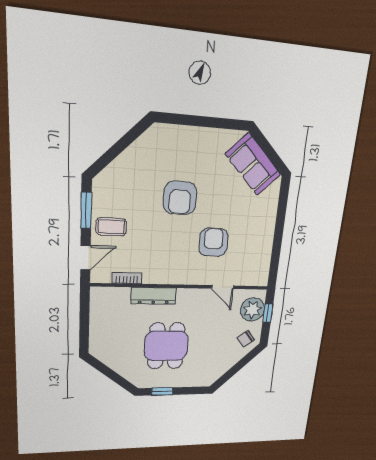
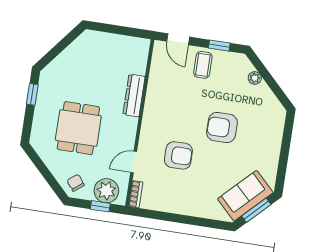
window: (268, 150) -> (256, 210), added
plant: (119, 165) -> (255, 78), added
window: (86, 210) -> (219, 46), width x0.67
bookcase: (127, 278) -> (136, 194), moved
dining table: (166, 346) -> (78, 128), moved, turned 90

